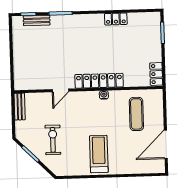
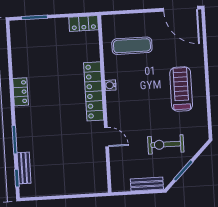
locker: (116, 19) -> (21, 92), moved
bench: (20, 107) -> (147, 184), moved
door: (166, 144) -> (181, 9), moved
treadmill: (99, 154) -> (181, 89), turned 90

